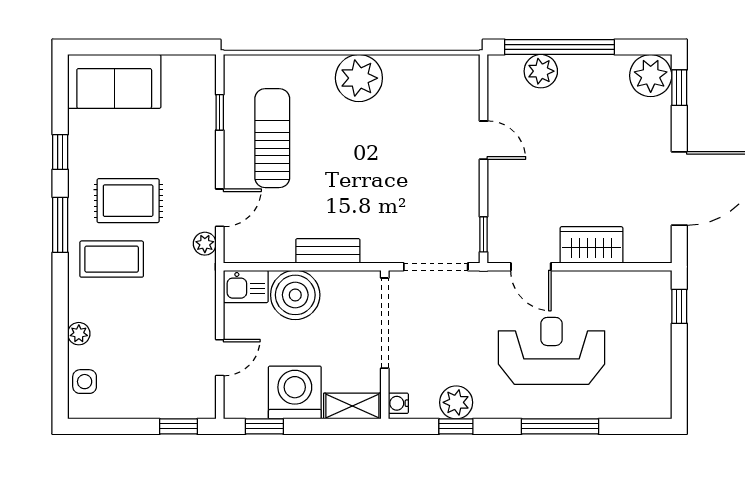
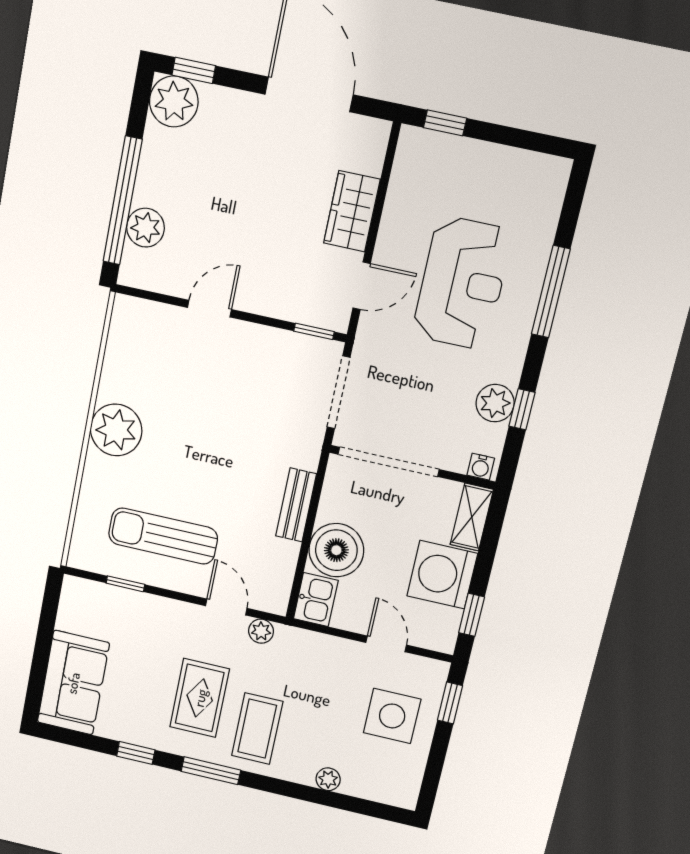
reception desk: (551, 351) -> (462, 283), turned 180
side table: (85, 382) -> (392, 716), moved, width x1.87, depth x1.87

